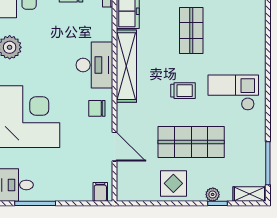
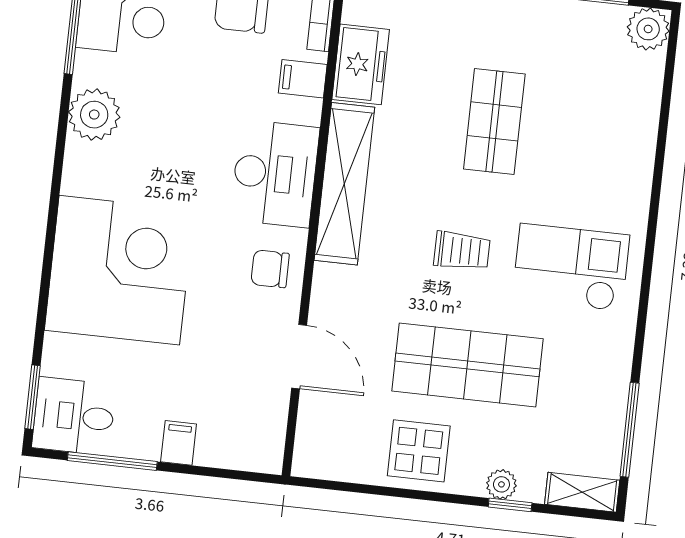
filing cabinet: (102, 21) -> (303, 79), added
filing cabinet: (100, 192) -> (179, 443), moved

